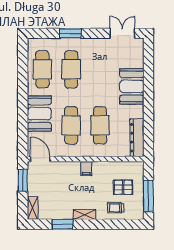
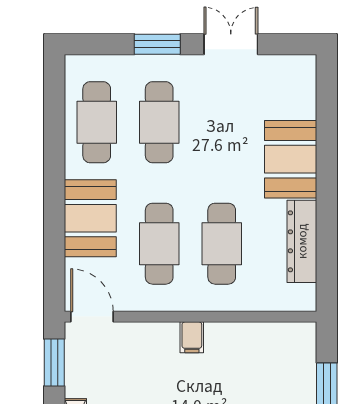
double door: (122, 33) -> (231, 44), moved
dresser: (137, 138) -> (302, 241), moved
pallet: (123, 187) -> (272, 378), removed

